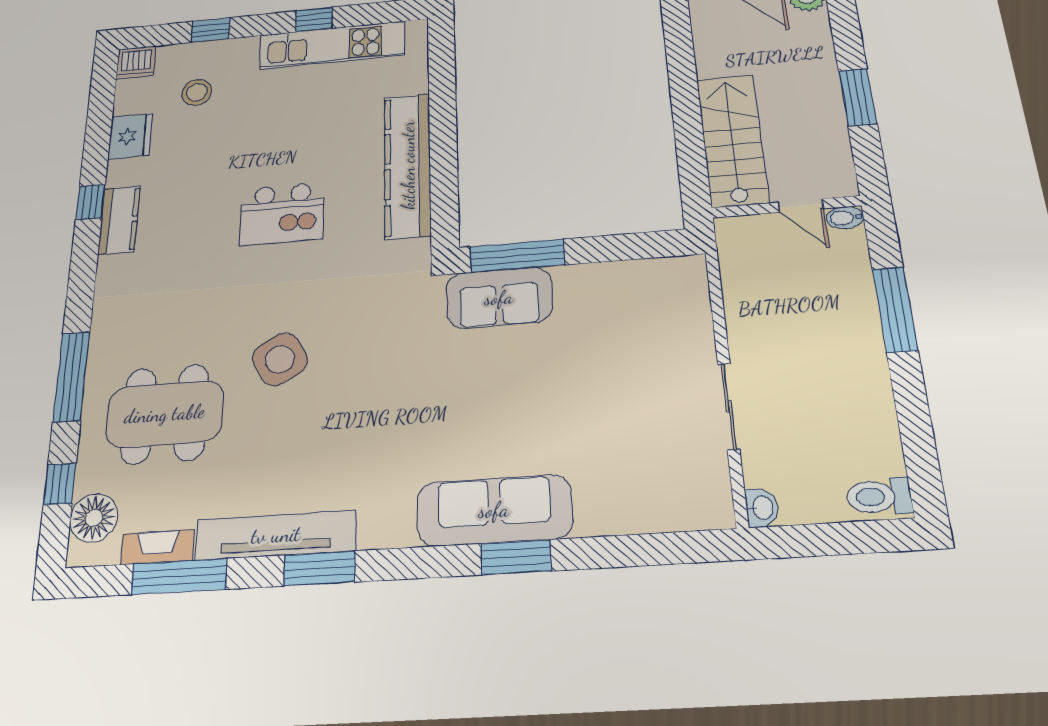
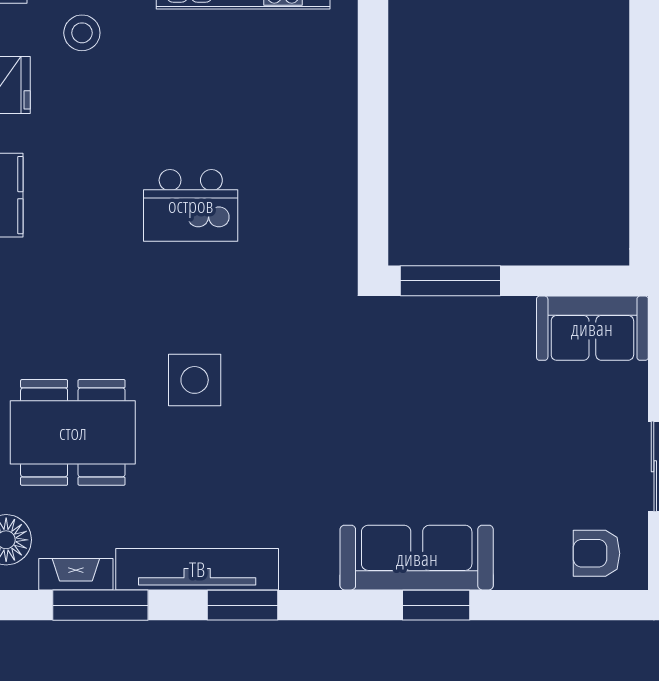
kitchen counter: (408, 165) -> (332, 157), removed
sofa: (499, 298) -> (592, 328), moved
side table: (280, 359) -> (195, 380), turned 30
armchair: (678, 495) -> (596, 553), added

